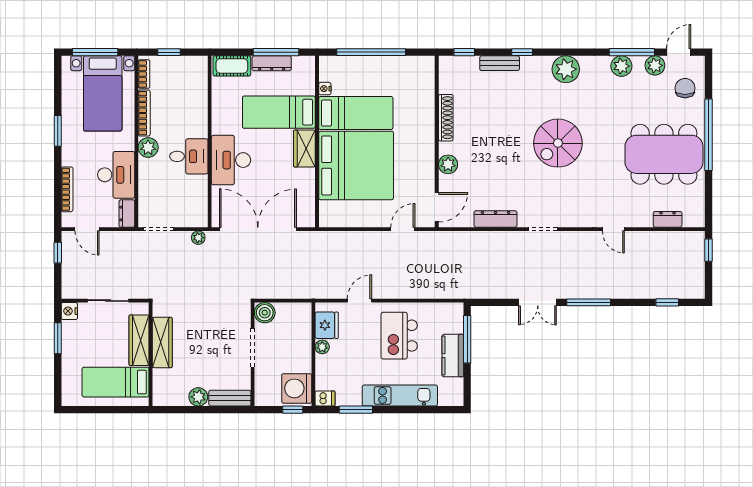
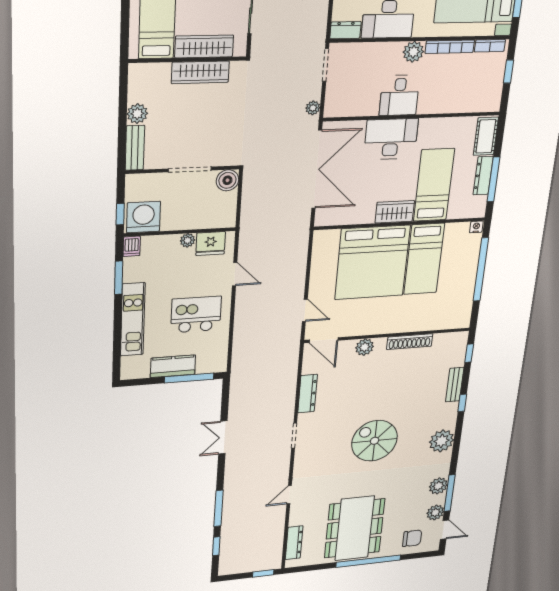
nightstand: (325, 89) -> (476, 227), moved
dresser: (668, 219) -> (294, 543), width x1.44
window: (589, 302) -> (219, 508), moved

